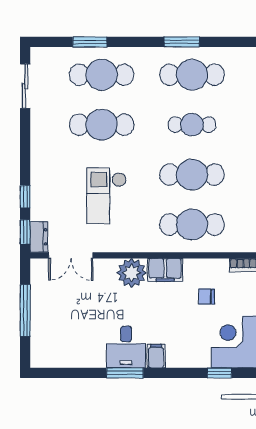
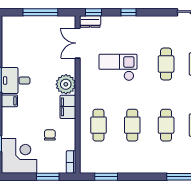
cafe table: (102, 125) -> (166, 64), width x0.73, depth x0.74
cafe table: (192, 175) -> (132, 125), width x0.73, depth x0.74
window: (25, 197) -> (128, 12), moved
cafe table: (192, 225) -> (98, 125), width x0.73, depth x0.74

